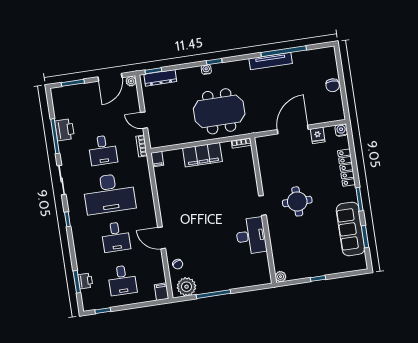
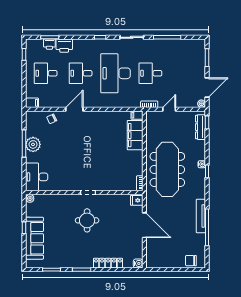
door: (110, 77) -> (207, 88), swing flipped
chair: (333, 85) -> (191, 261), moved
meeting table: (219, 111) -> (167, 169), width x1.36
printer: (65, 130) -> (64, 46), moved
fridge: (318, 135) -> (137, 200), moved
filing cabinet: (202, 155) -> (135, 135), moved
sofa: (351, 229) -> (34, 238), moved, turned 90
desk: (251, 236) -> (37, 177), moved, turned 90
plant: (187, 287) -> (33, 144), moved

